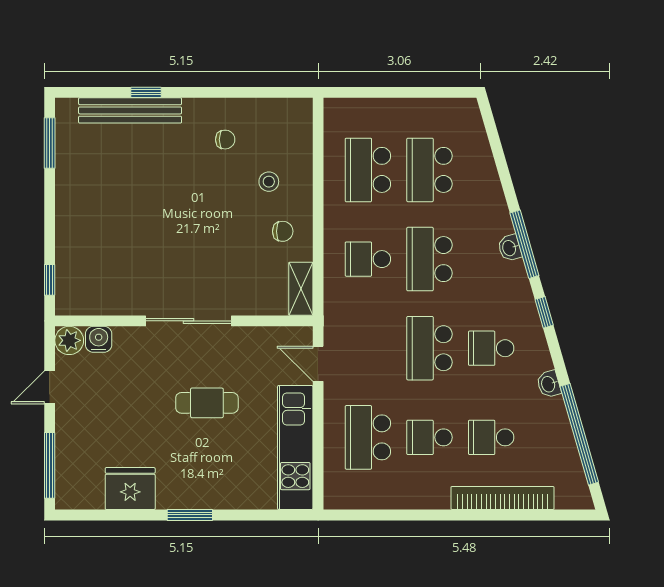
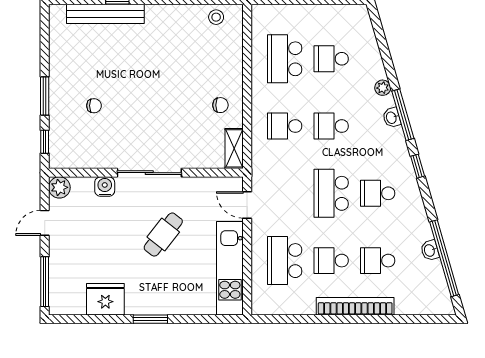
chair: (225, 140) -> (94, 106), moved
window: (50, 143) -> (45, 96), moved
school desk: (429, 170) -> (331, 59), width x0.54
stool: (269, 182) -> (216, 17), moved
plant: (498, 208) -> (383, 88), added
school desk: (429, 259) -> (331, 126), width x0.54
water cooler: (99, 339) -> (105, 187), moved
washbasin: (549, 384) -> (430, 250), moved
cafe table: (207, 403) -> (163, 235), turned -52
bookcase: (502, 498) -> (355, 306), moved

